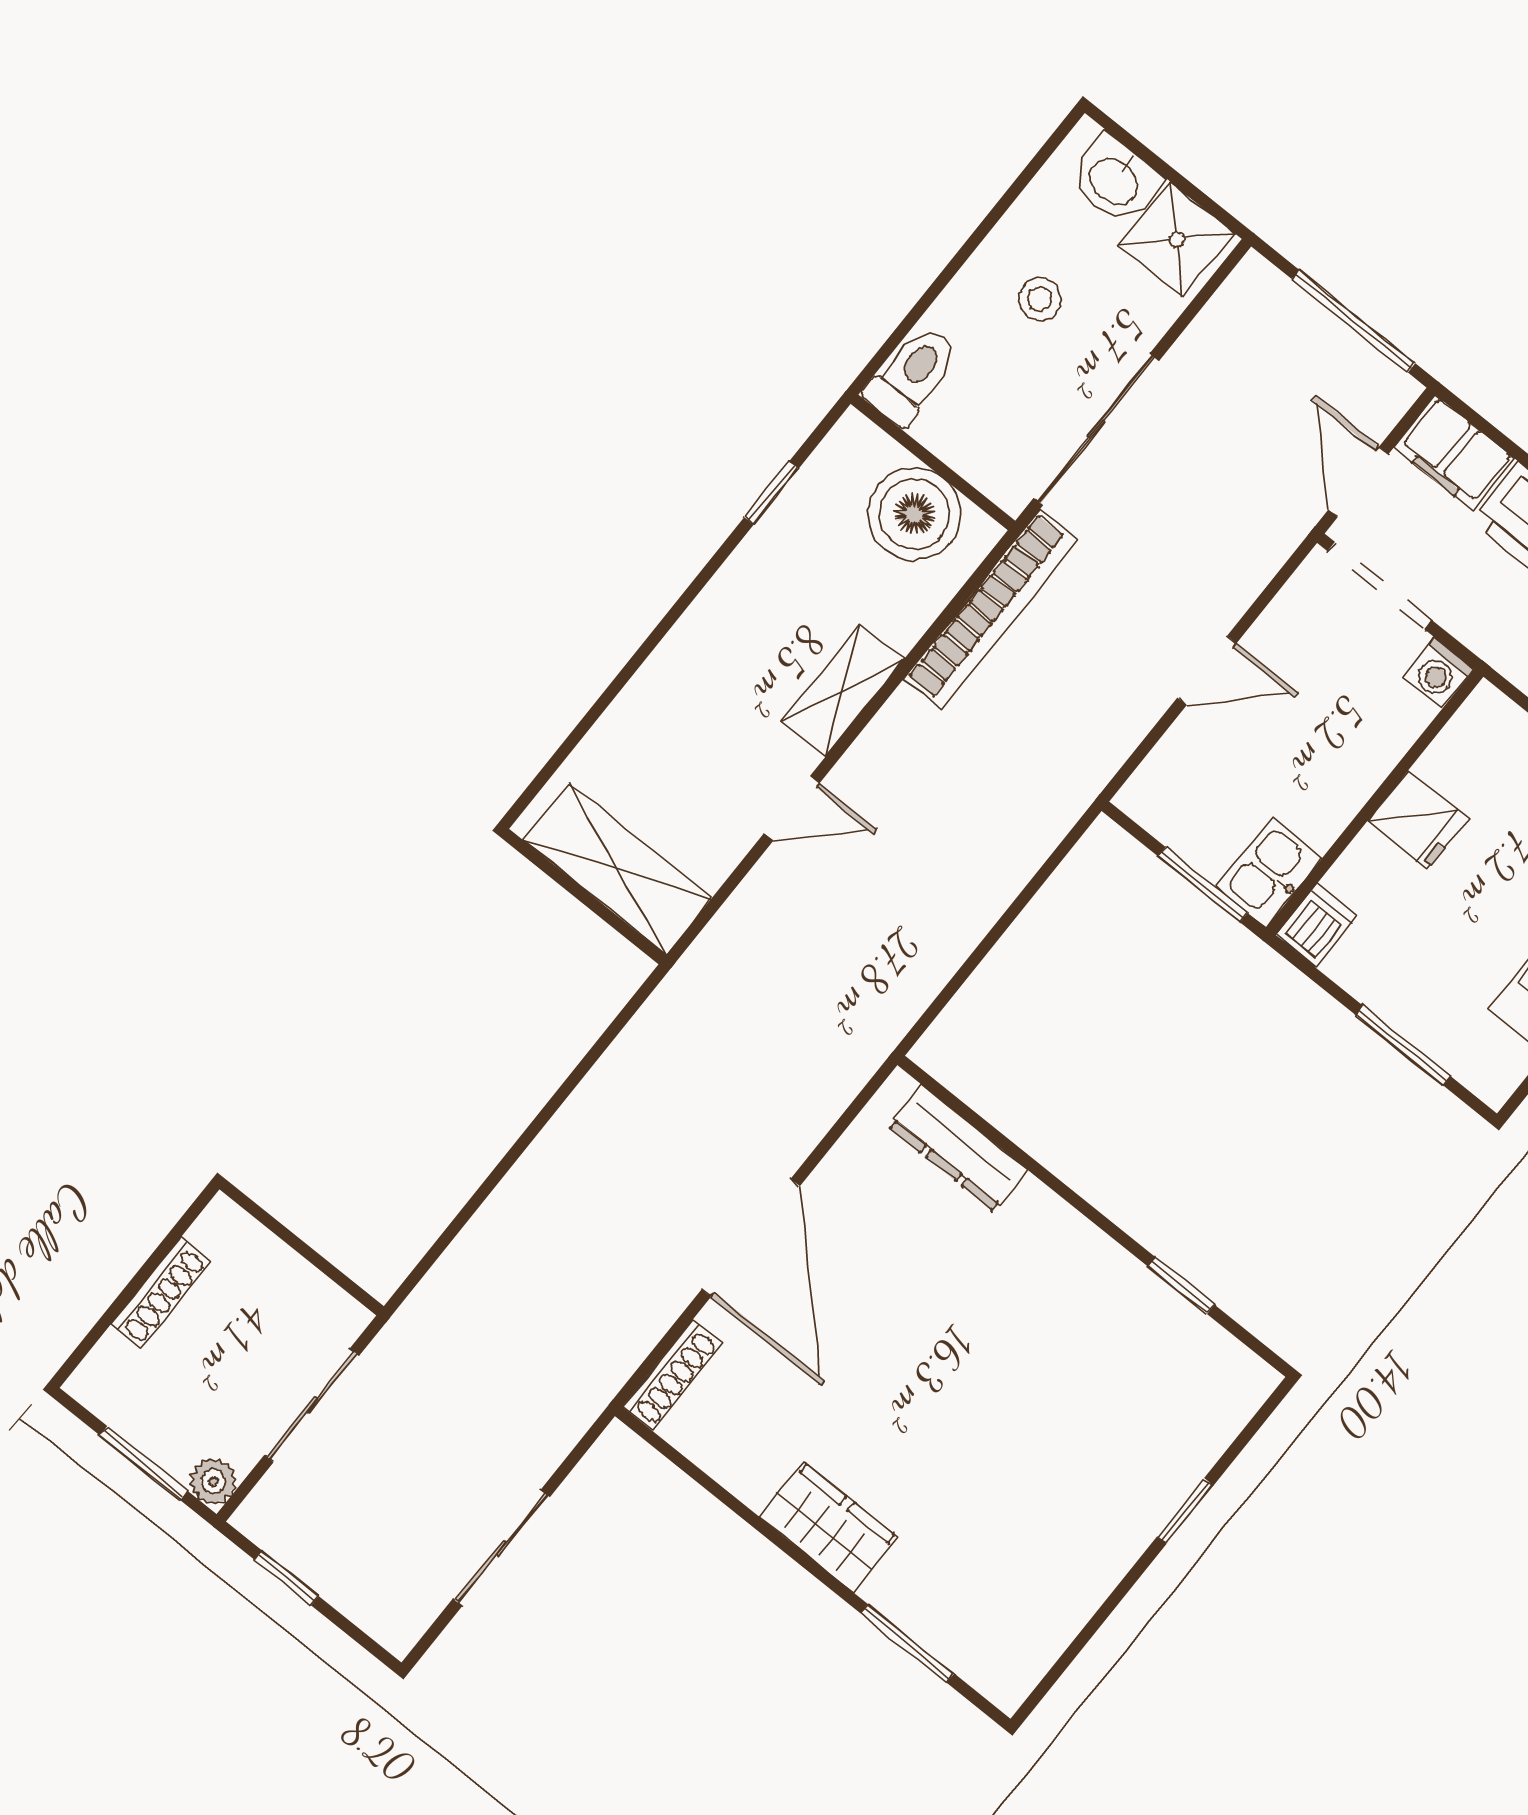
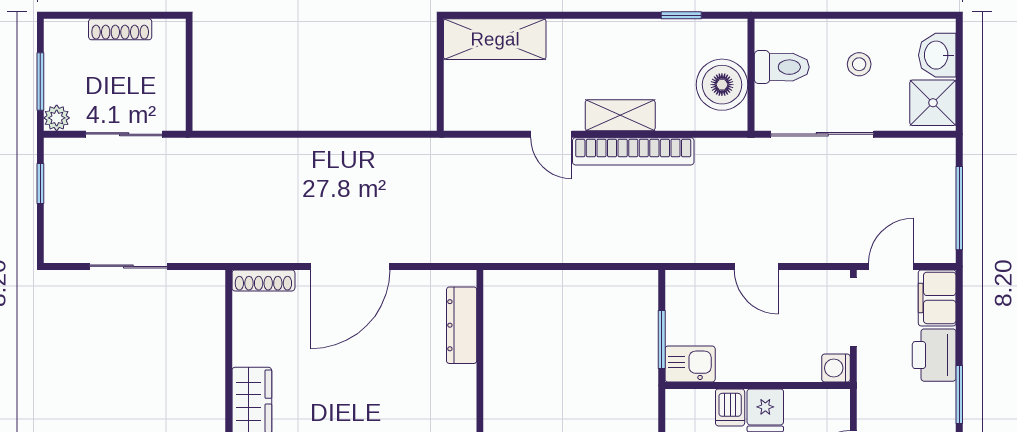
toilet: (912, 375) -> (782, 67), moved
bookcase: (991, 610) -> (633, 151), moved
shelving: (618, 869) -> (495, 39), moved, turned 90
dishwasher: (1317, 926) -> (730, 407), moved, turned 90

